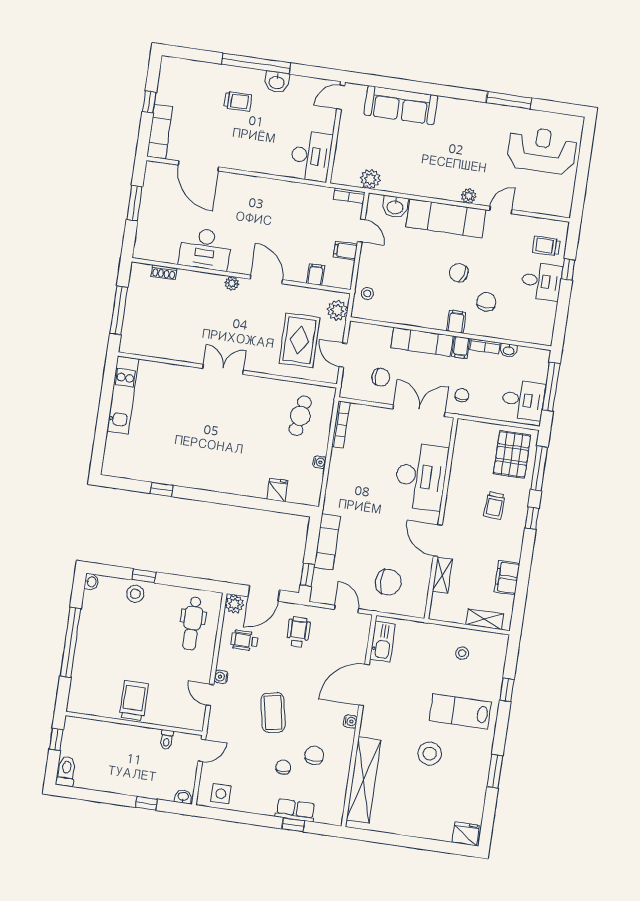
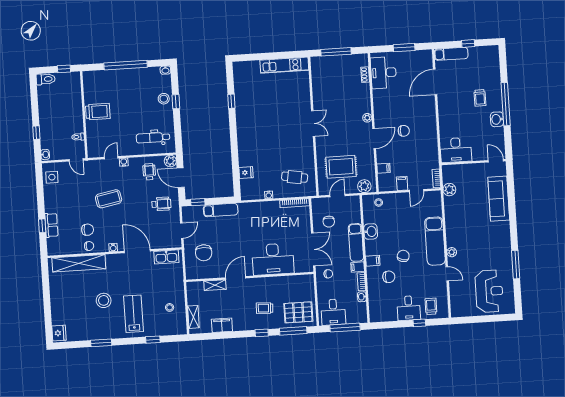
washbasin: (395, 207) -> (371, 231), moved, turned 180
chair: (264, 231) -> (404, 131), added
desk: (205, 249) -> (383, 73), moved
chair: (283, 767) -> (89, 246), moved

